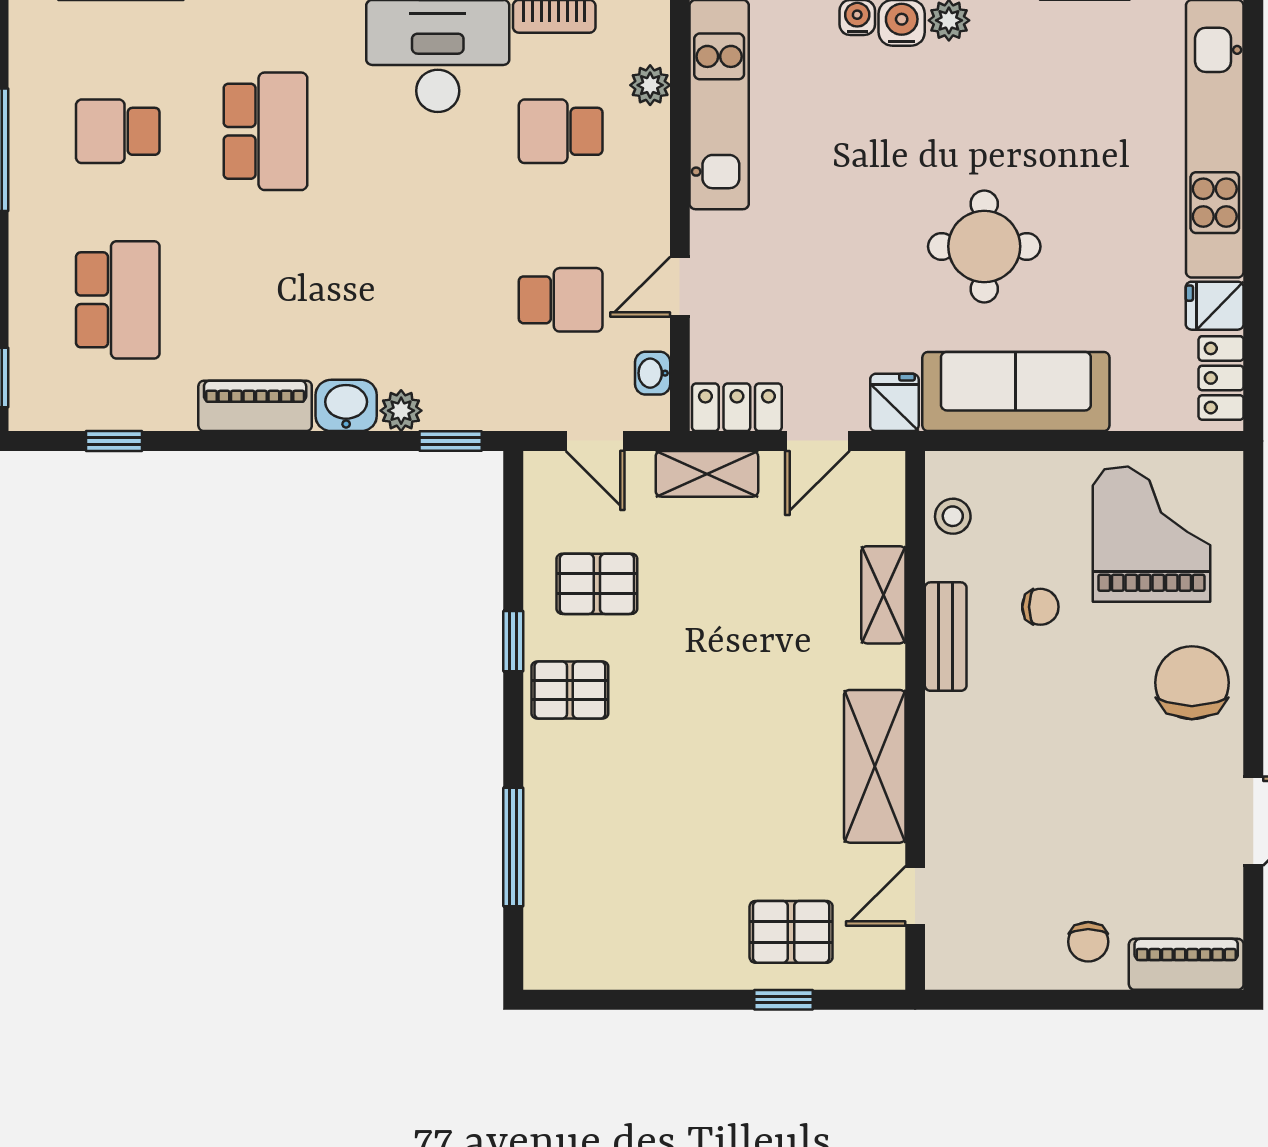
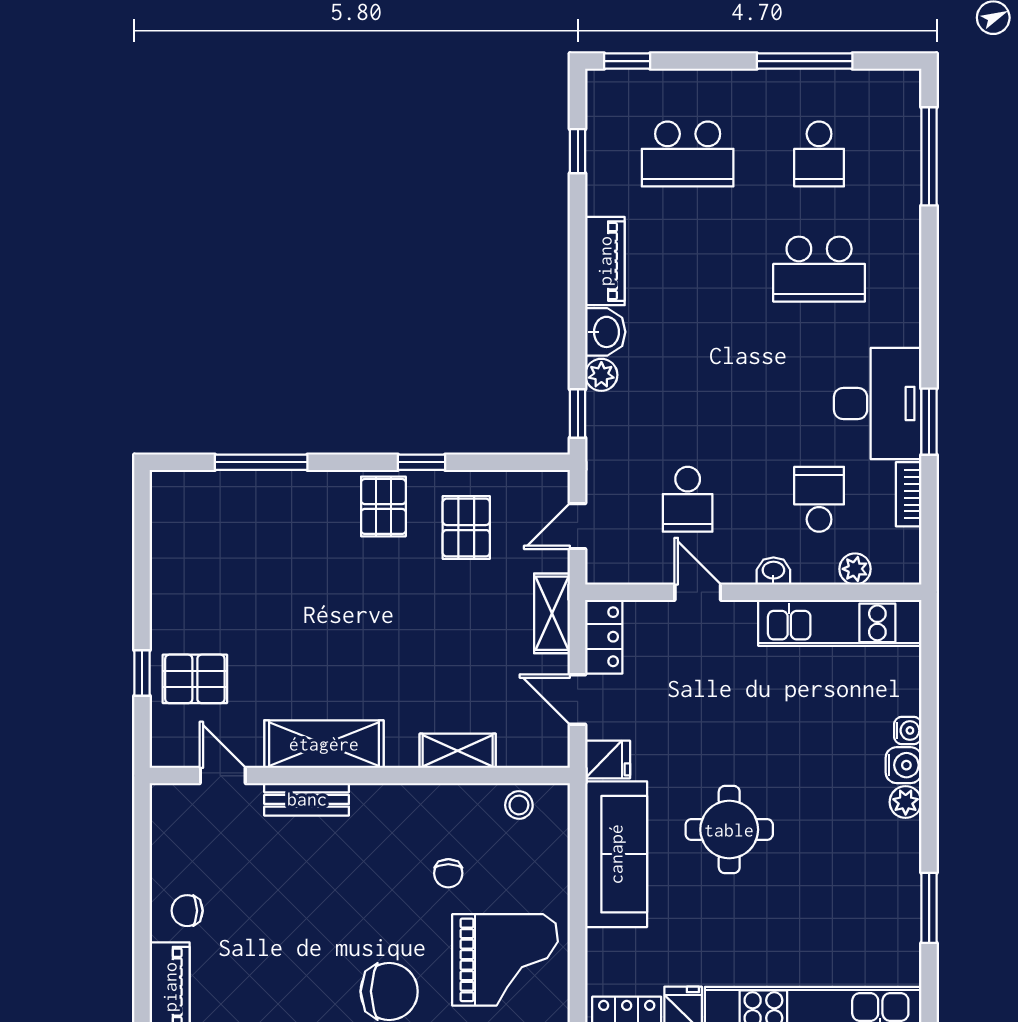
school desk: (118, 131) -> (819, 154), turned 180
washbasin: (653, 373) -> (773, 571), moved
bench: (946, 637) -> (307, 799), moved
pallet: (791, 932) -> (195, 679), turned 90

